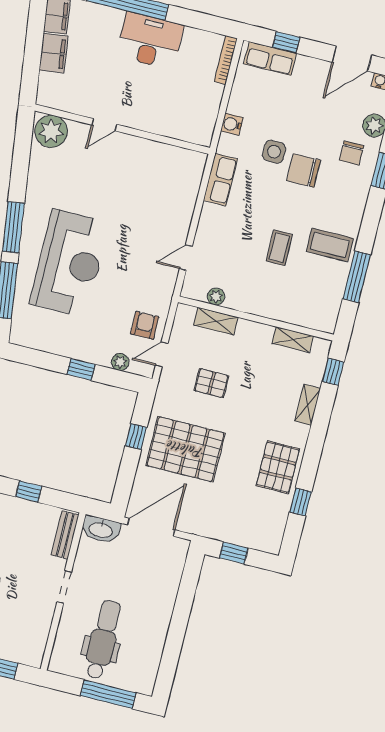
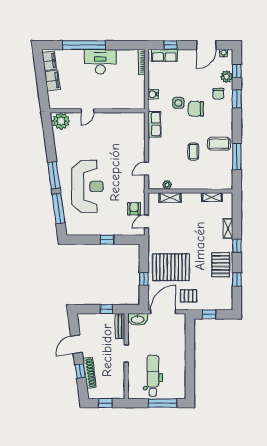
plant: (120, 362) -> (126, 231), removed
window: (333, 372) -> (237, 246), moved
pallet: (211, 383) -> (189, 296), moved
window: (136, 437) -> (144, 279), moved
window: (29, 492) -> (106, 309), moved

